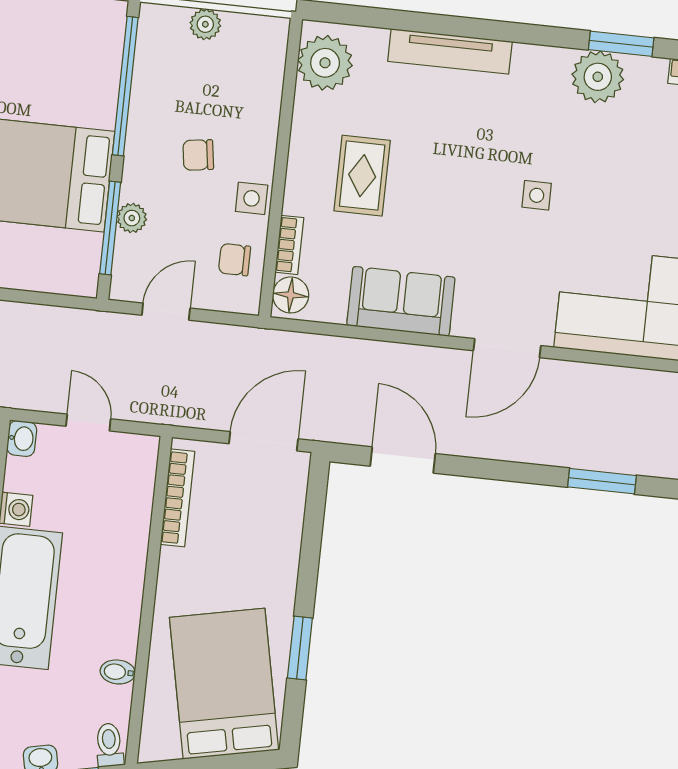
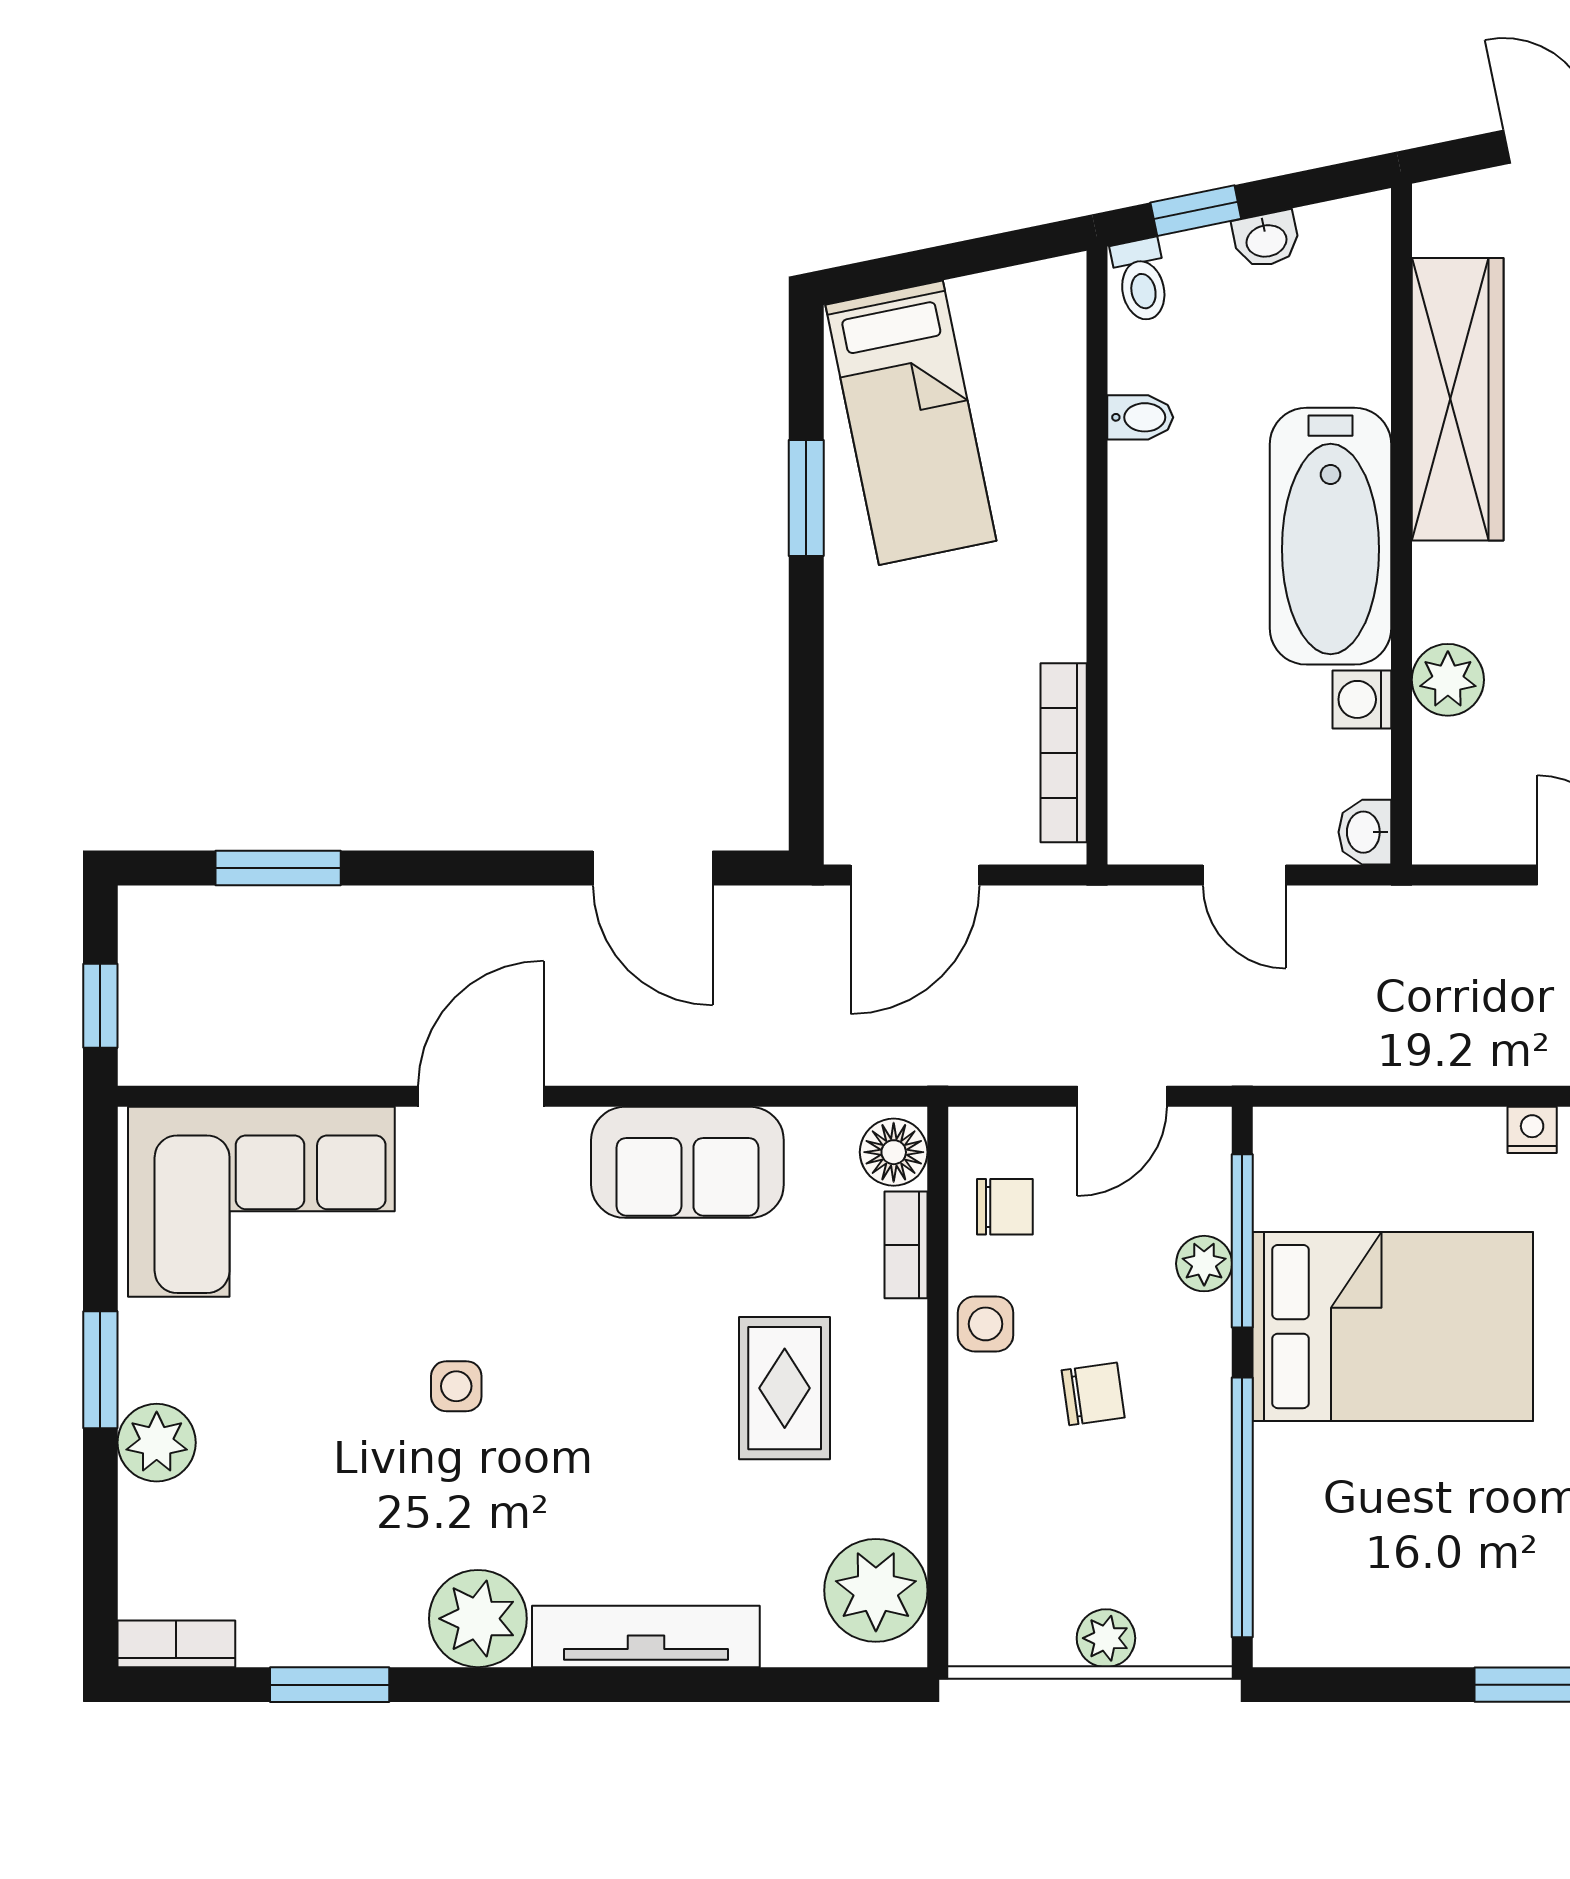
plant: (598, 77) -> (478, 1619), moved
bed: (224, 684) -> (911, 423), width x0.67

